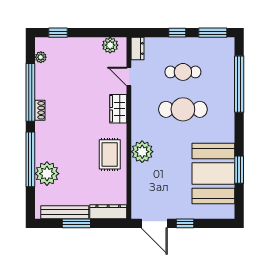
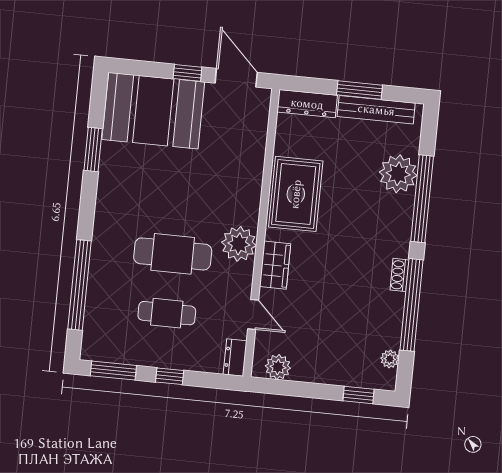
plant: (142, 152) -> (239, 244), moved
rug: (110, 154) -> (296, 194), width x1.36, depth x1.43
booth: (213, 173) -> (153, 111), moved, turned 90

